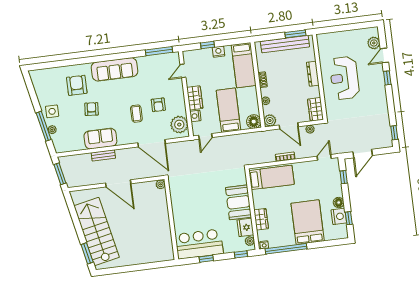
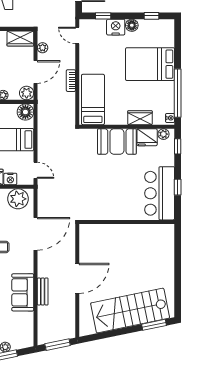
plant: (161, 184) -> (85, 229), removed
nightstand: (339, 216) -> (116, 27), moved

